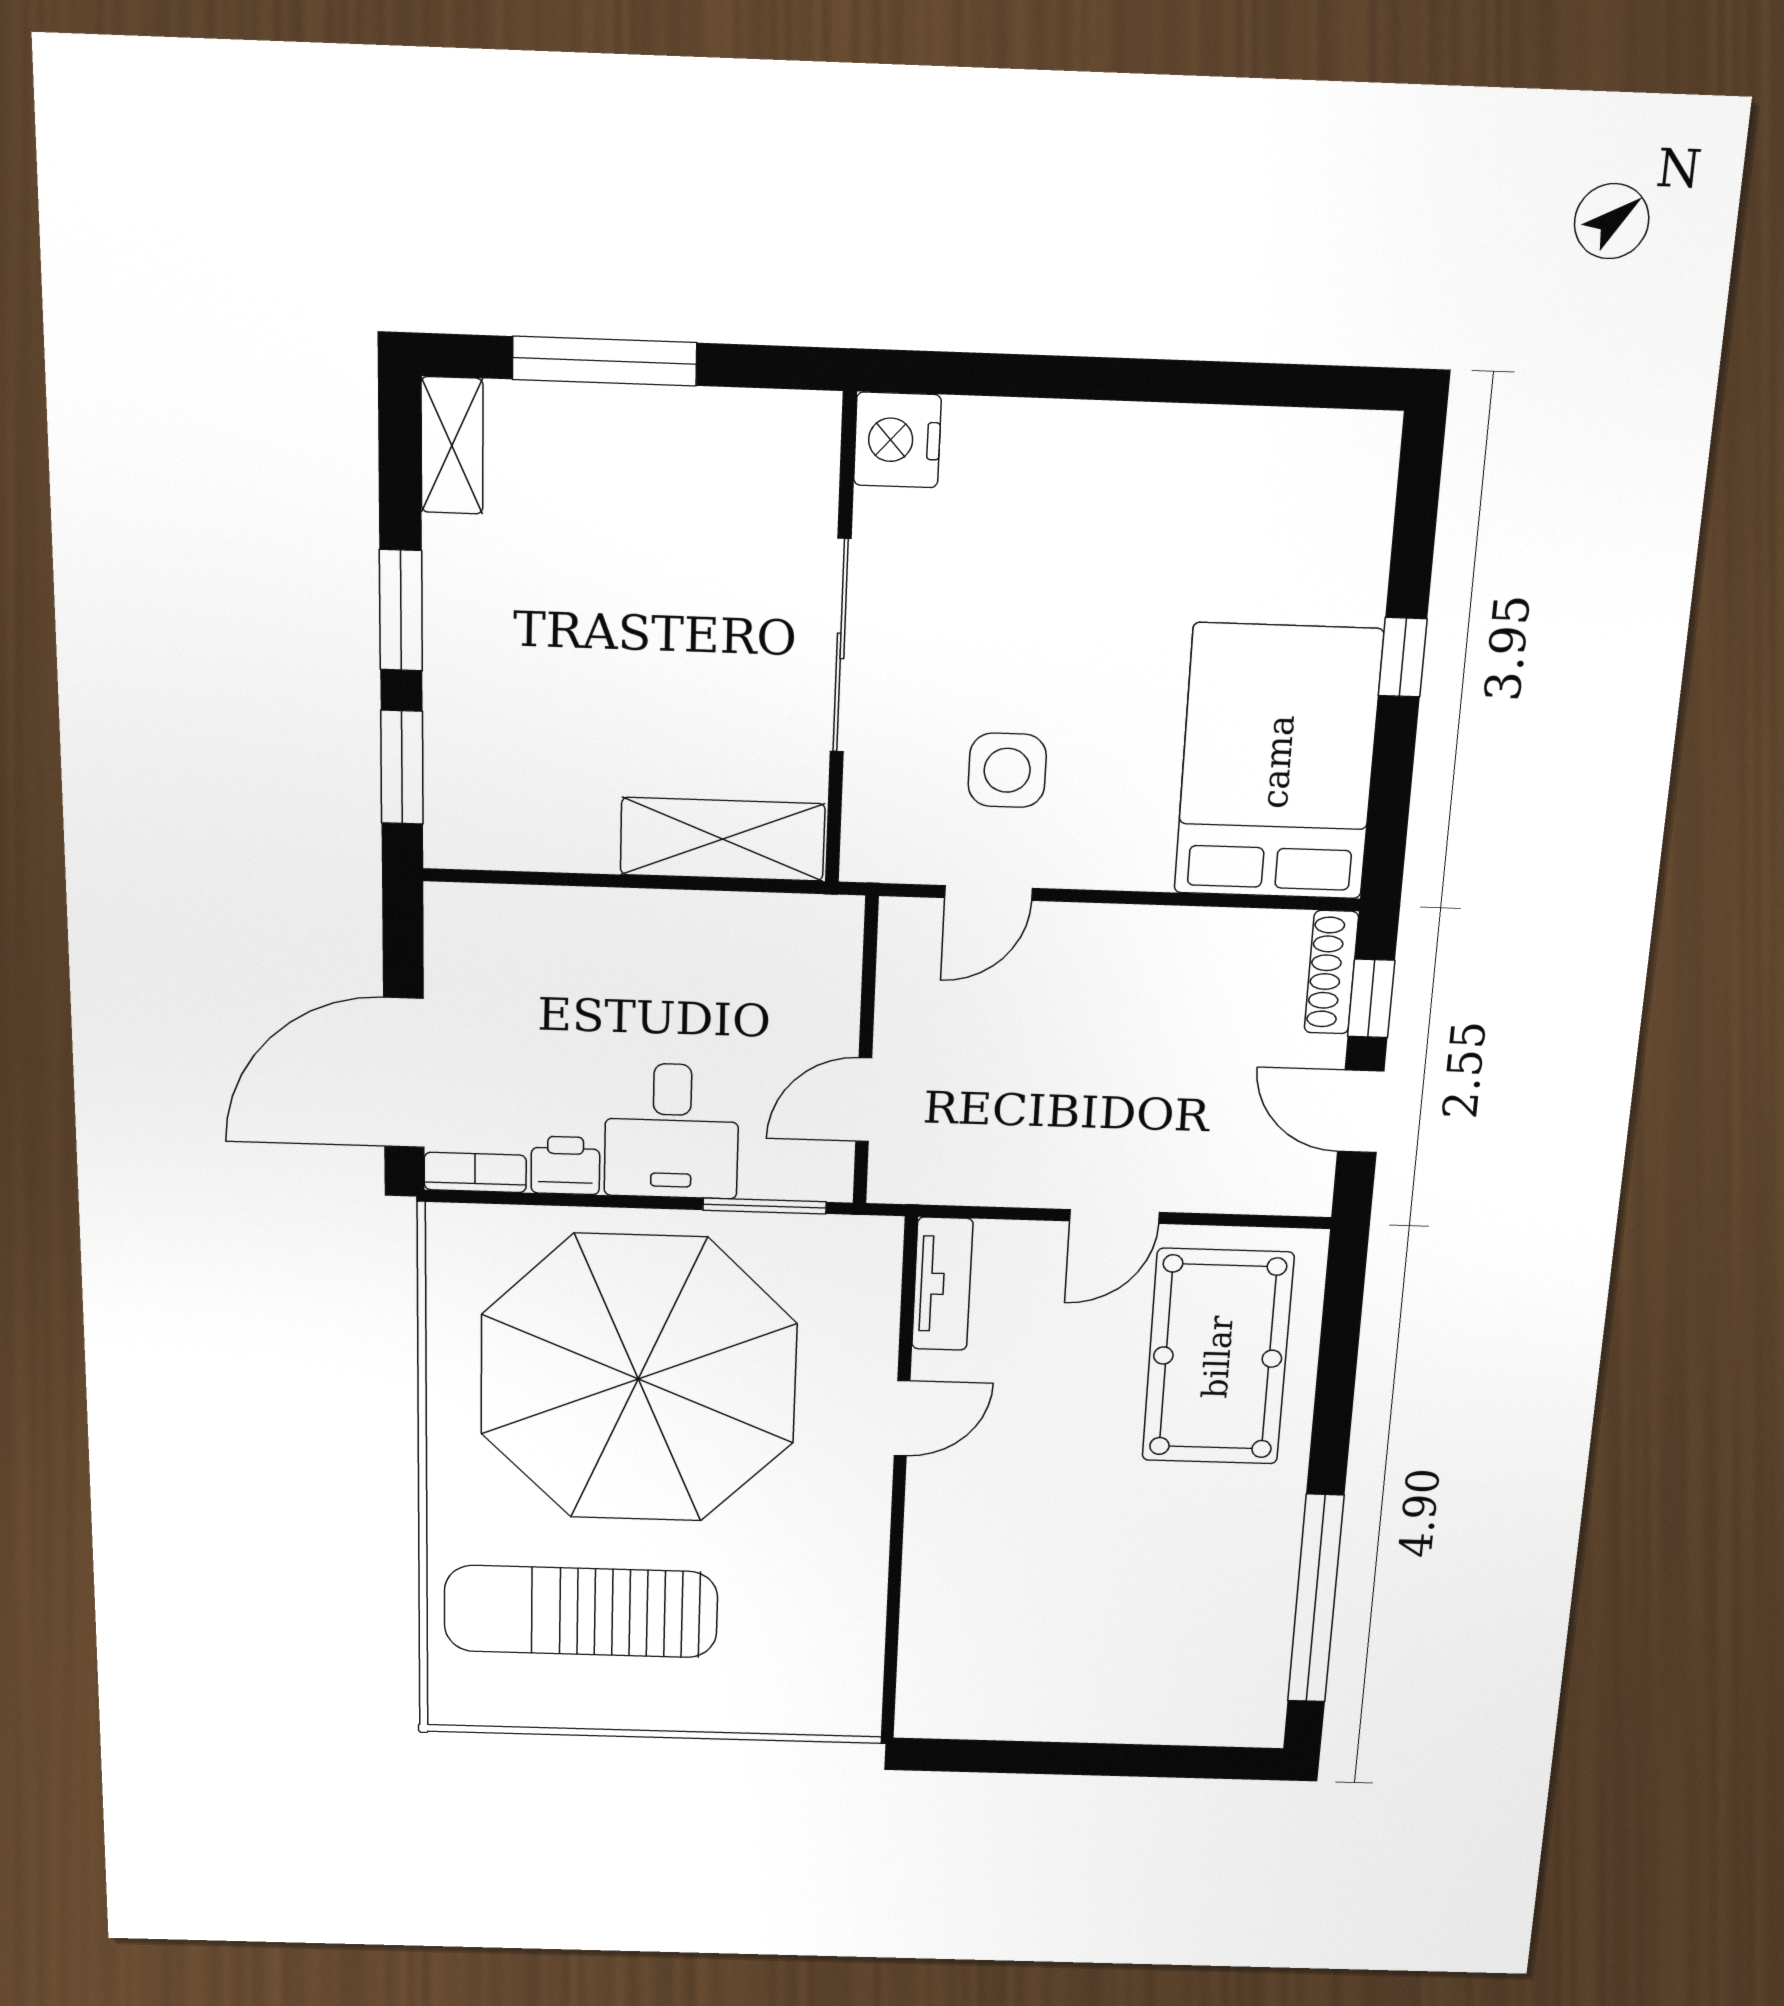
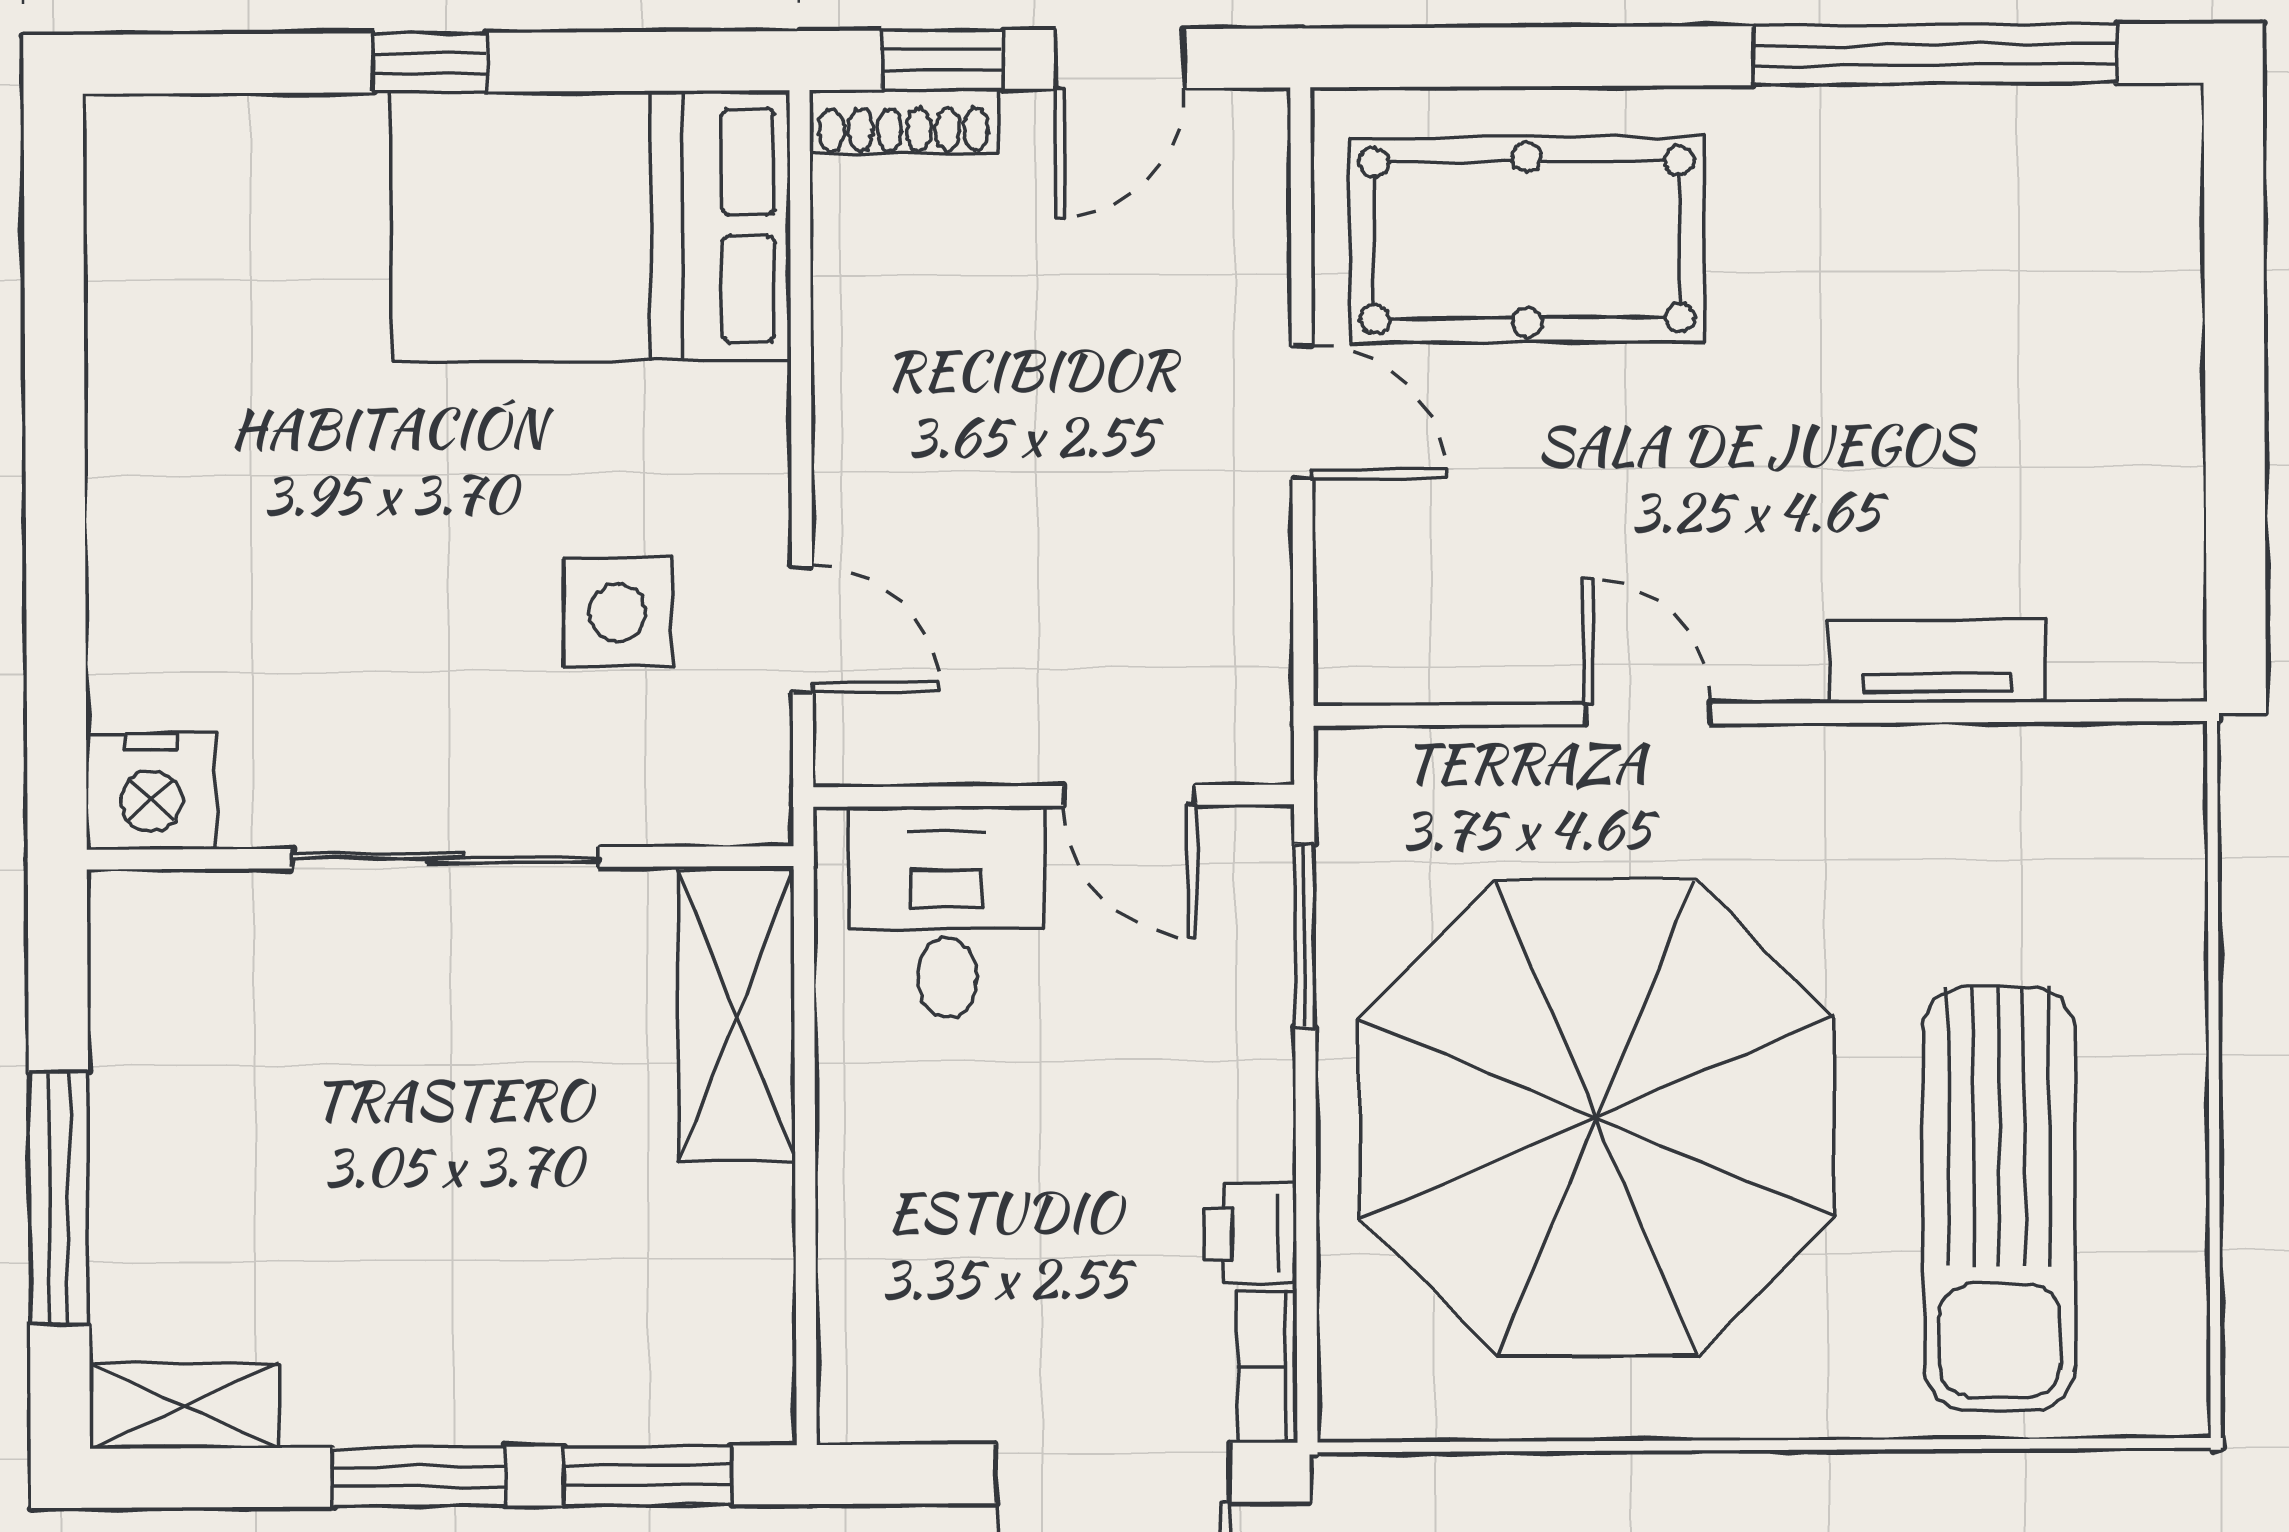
desk: (672, 1131) -> (947, 912), moved, turned -90
tv unit: (942, 1284) -> (1937, 661), moved

